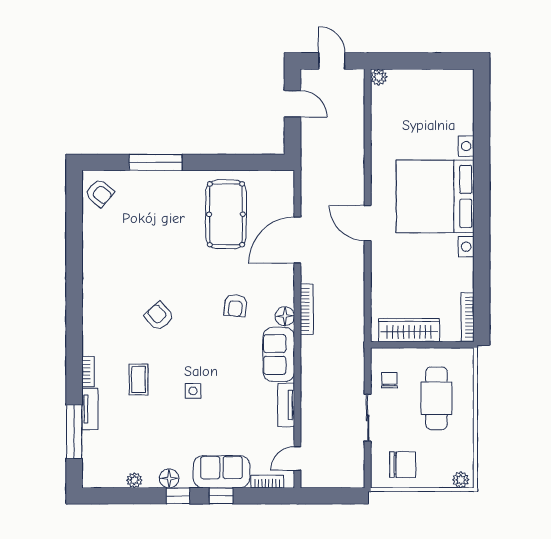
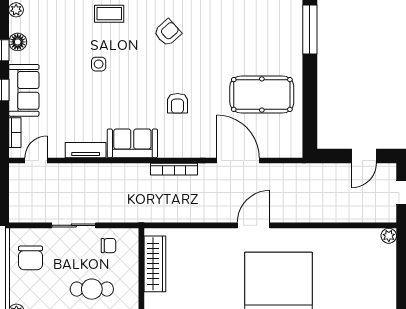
armchair: (235, 306) -> (177, 103), turned -96
floor lamp: (285, 316) -> (168, 149), removed
cafe table: (436, 398) -> (92, 289), width x0.73, depth x0.74
door: (297, 459) -> (36, 161), hinge flipped

